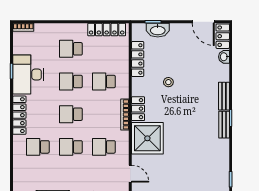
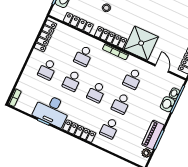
locker: (138, 109) -> (111, 38), width x1.53
door: (130, 174) -> (162, 68), hinge flipped

